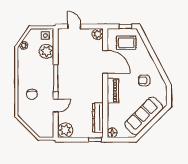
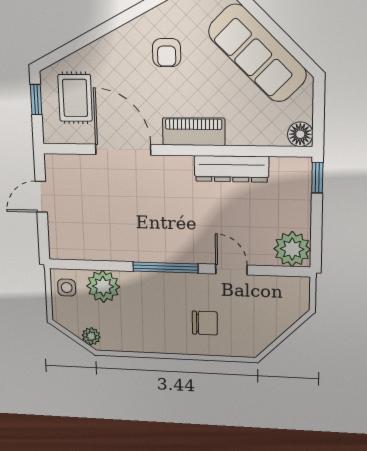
door: (74, 26) -> (41, 197), moved
plant: (98, 34) -> (58, 167), removed
door: (105, 62) -> (123, 150), hinge flipped
dresser: (98, 118) -> (231, 169), moved

